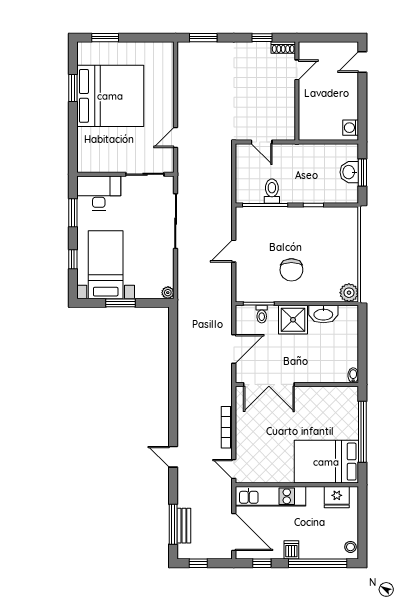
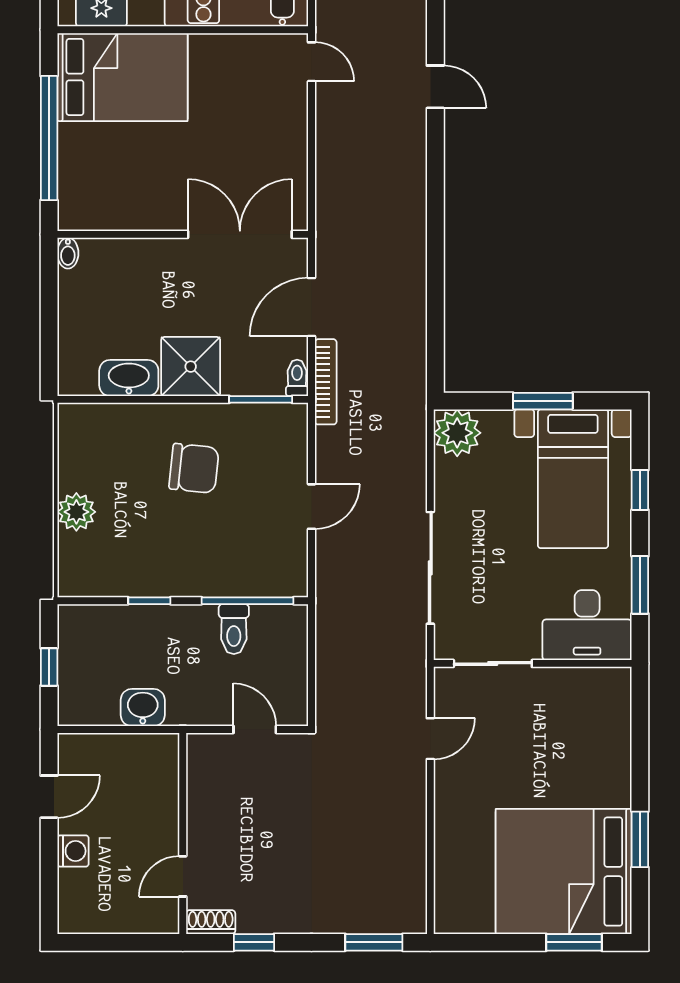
door: (362, 62) -> (49, 797), moved
bed: (110, 96) -> (564, 872), moved
washing machine: (351, 128) -> (73, 851), moved
washbasin: (349, 172) -> (143, 708), moved, turned -90
window: (362, 173) -> (49, 667), width x0.67
chair: (291, 270) -> (194, 468), turned 96
plant: (168, 293) -> (457, 433), width x1.88, depth x1.88
plant: (349, 293) -> (76, 512), moved
toilet: (262, 314) -> (297, 378), moved
bookcase: (227, 427) -> (326, 382), moved

